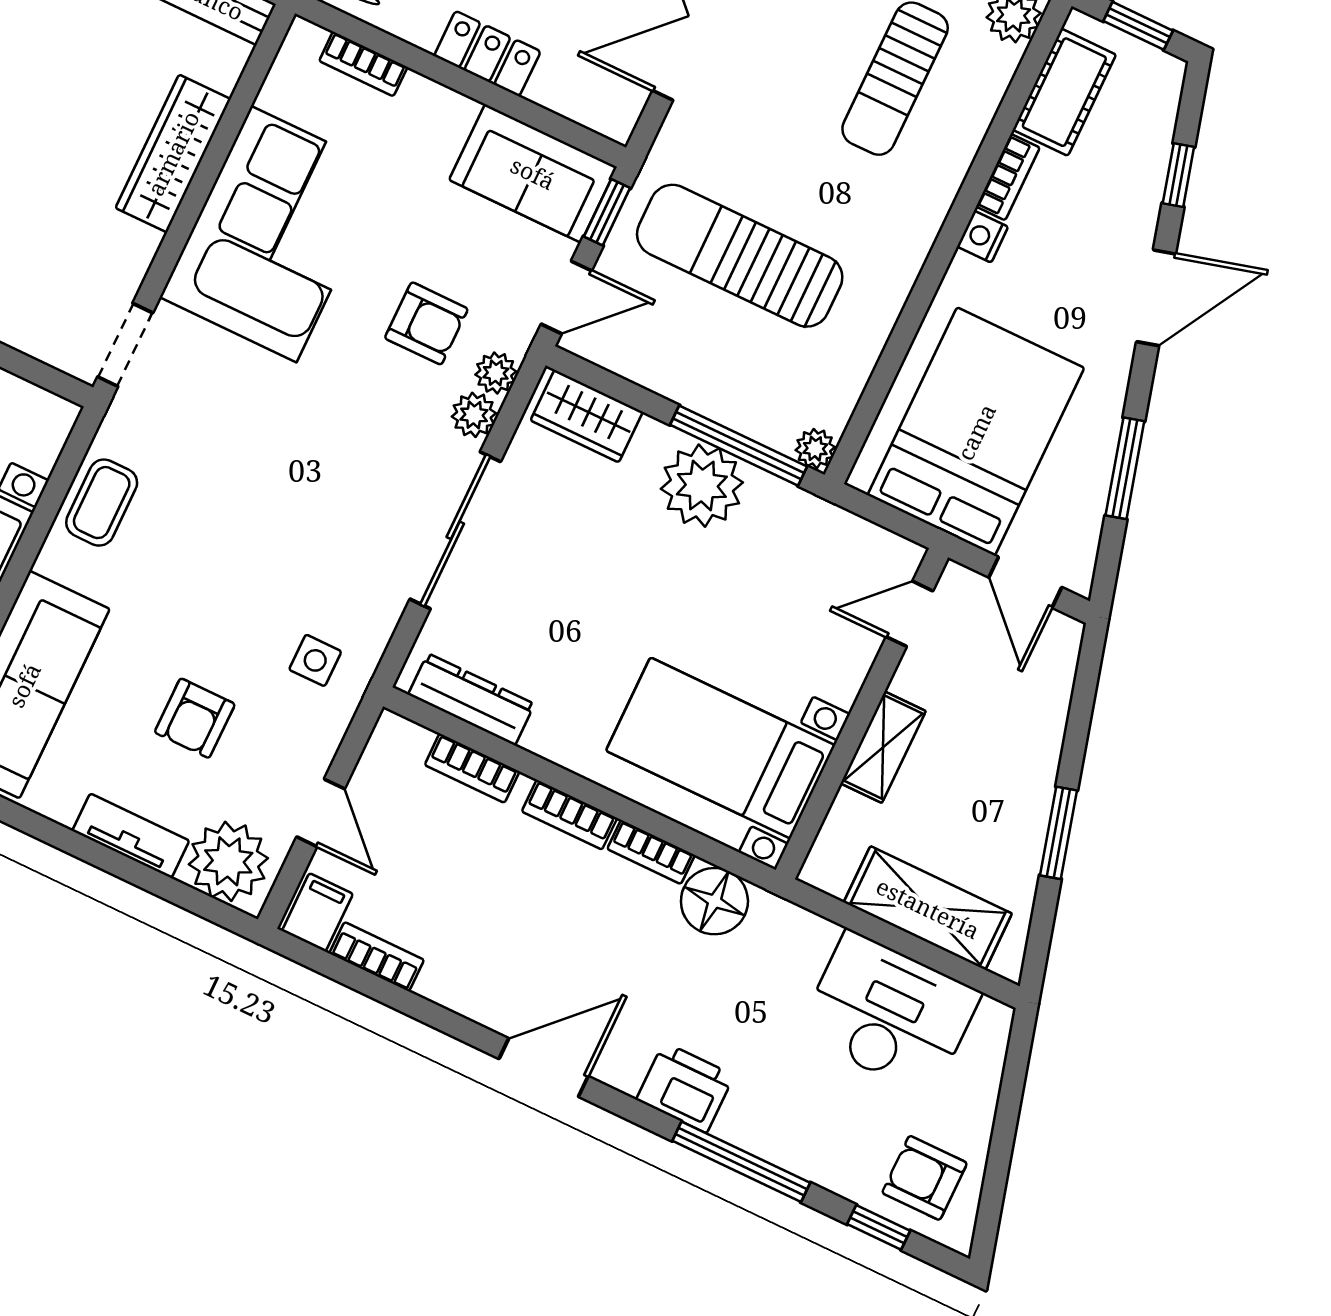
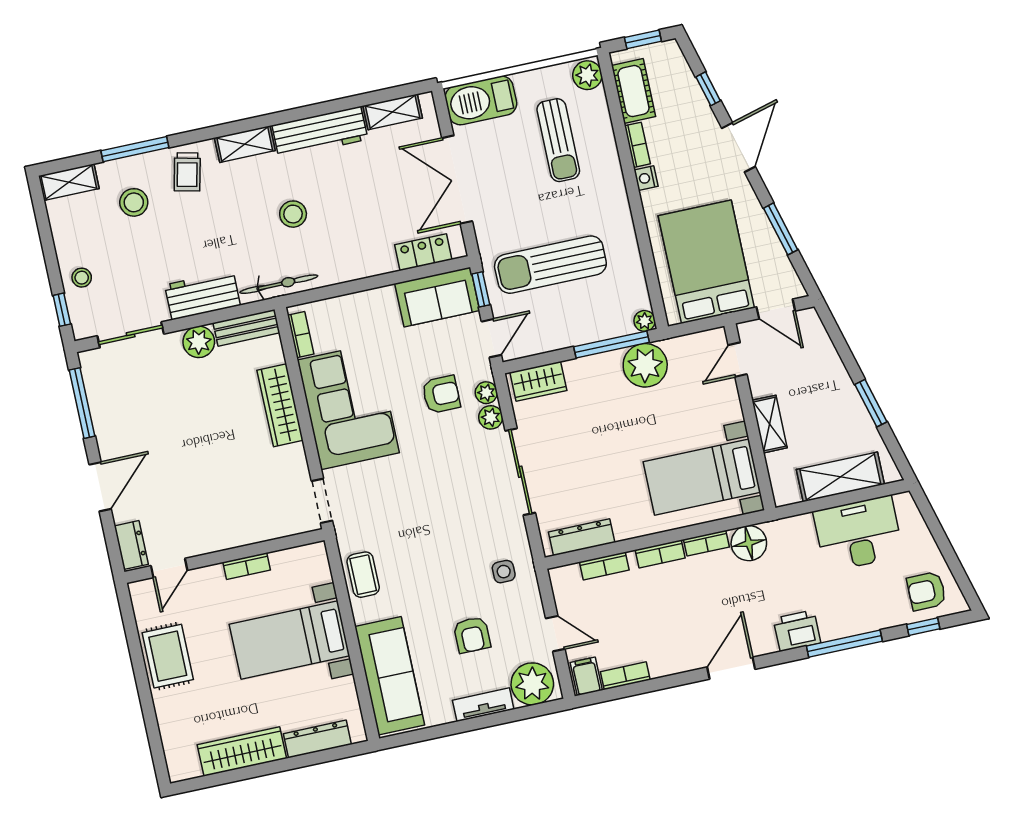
locker: (487, 54) -> (423, 252), moved
bookcase: (363, 64) -> (301, 335), moved, turned -90
plant: (702, 486) -> (645, 365), moved

